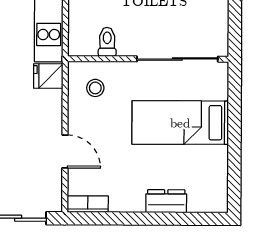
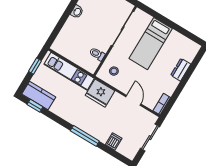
fridge: (48, 76) -> (100, 93), width x1.88, depth x1.34
door: (65, 151) -> (133, 100), hinge flipped

